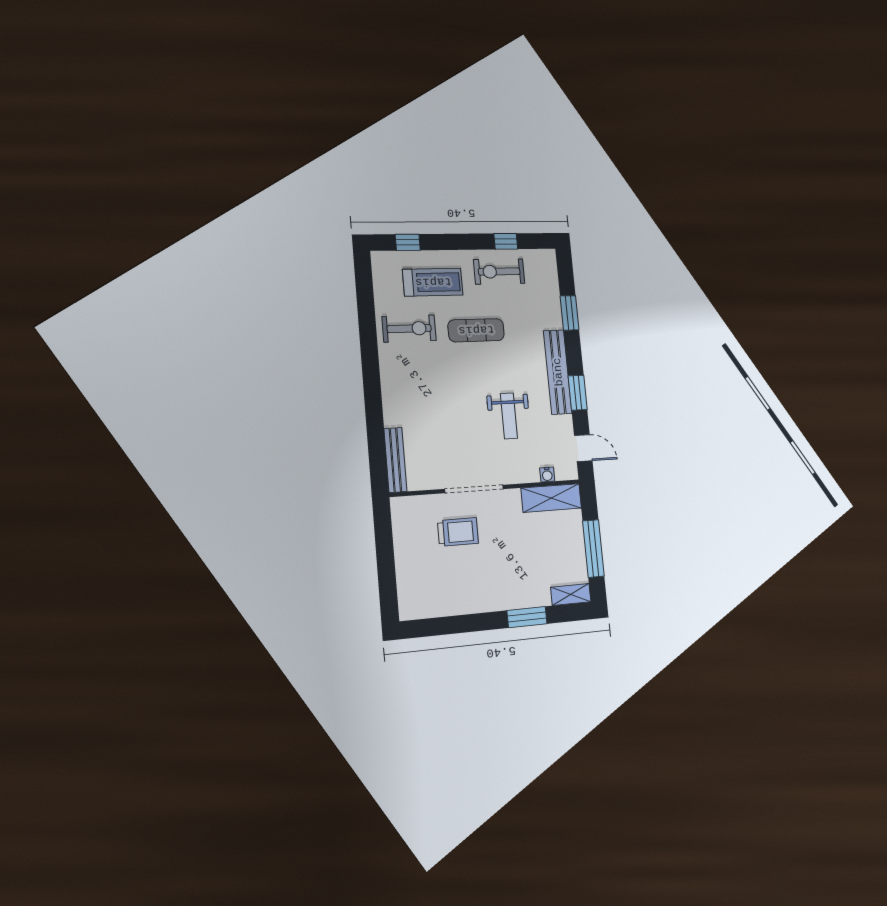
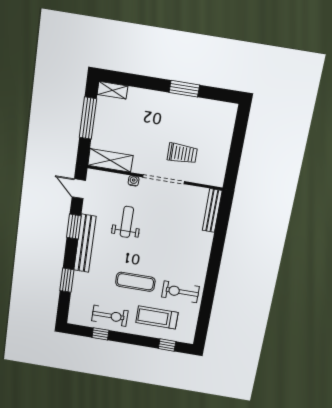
water cooler: (547, 475) -> (134, 181), moved
trolley: (458, 532) -> (182, 153), turned 180
window: (527, 617) -> (184, 89), moved

